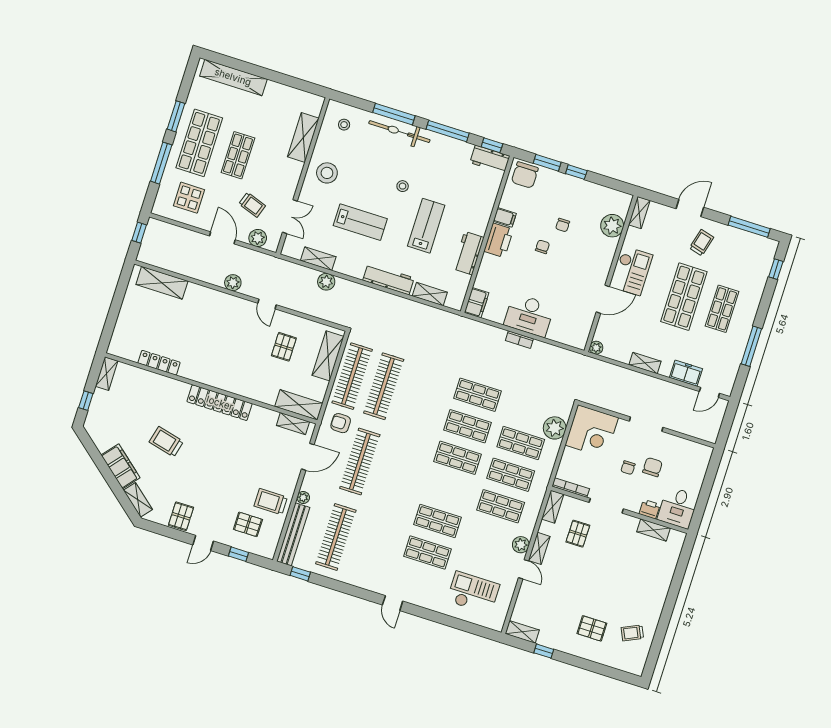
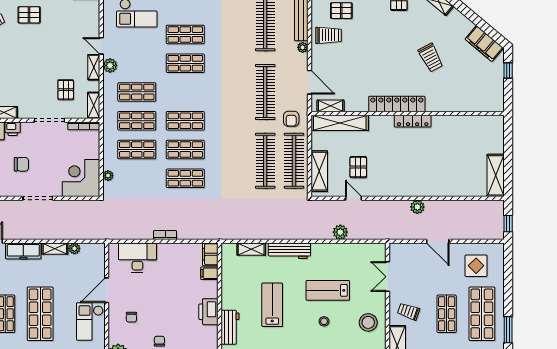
window: (161, 163) -> (508, 287), removed
stool: (403, 186) -> (324, 321), moved
trolley: (252, 205) -> (409, 311), moved
filing cabinet: (505, 217) -> (209, 273), moved
lab bench: (426, 226) -> (272, 305), turned 180
plant: (258, 238) -> (409, 250), removed
chair: (542, 247) -> (131, 317), moved
workbench: (468, 253) -> (230, 327), moved
shelving: (318, 259) -> (353, 249), removed
shelving: (162, 283) -> (496, 175), moved, turned 90
door: (267, 304) -> (354, 198), moved
desk: (529, 315) -> (137, 258), moved
plant: (596, 348) -> (74, 248), moved
locker: (159, 363) -> (413, 121), moved
freezer: (686, 373) -> (23, 251), width x1.40
shelving: (107, 374) -> (498, 98), removed
shelving: (299, 405) -> (340, 123), width x1.47
armchair: (341, 423) -> (291, 119), turned 90
plant: (555, 428) -> (108, 176), width x0.53, depth x0.53
trolley: (166, 442) -> (431, 58), turned 48
door: (308, 457) -> (310, 82), swing flipped
filing cabinet: (120, 466) -> (484, 44), moved
chair: (652, 467) -> (21, 164), turned -90
chair: (628, 468) -> (41, 157), removed

